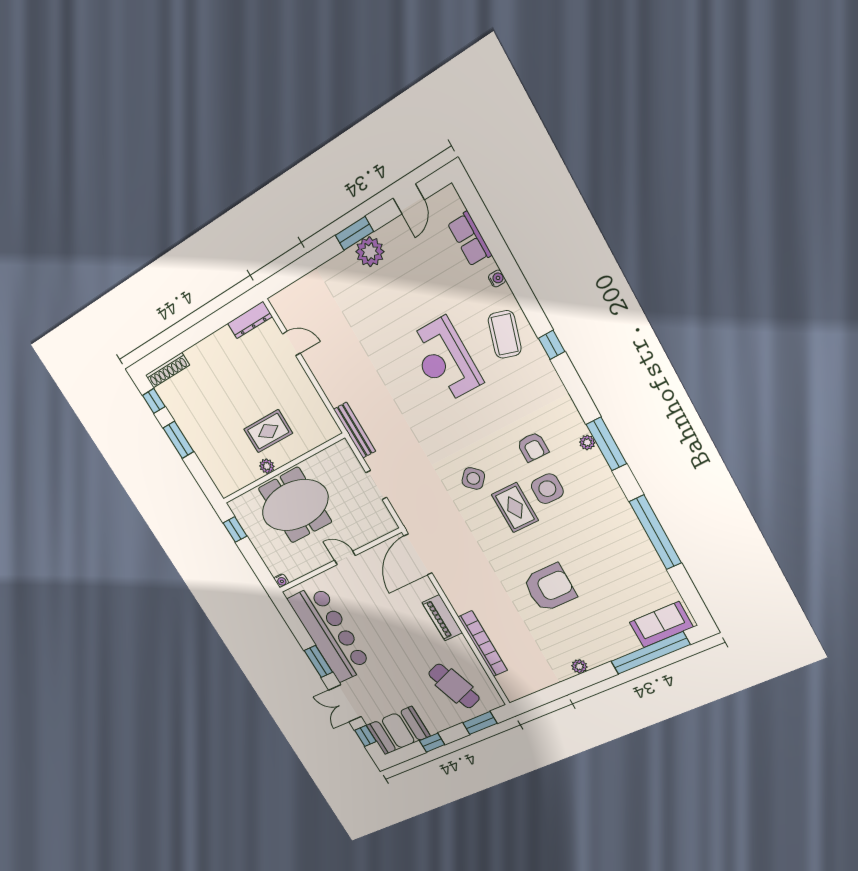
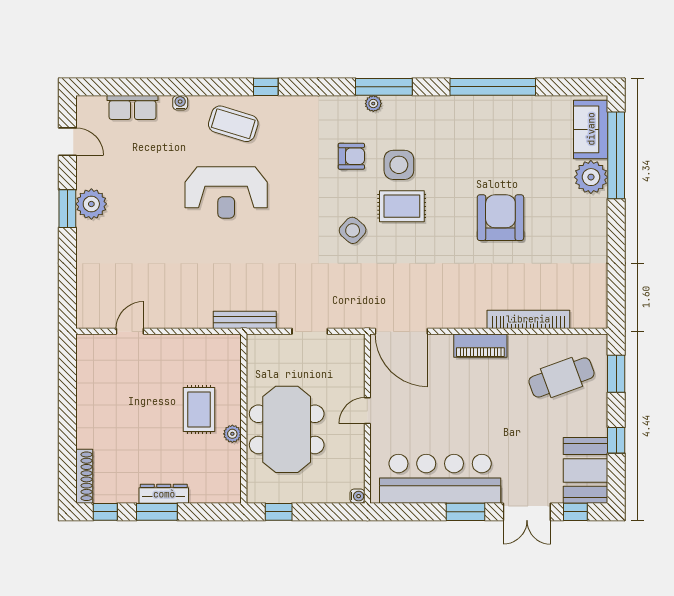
dresser: (250, 320) -> (164, 494), moved, turned -90
plant: (579, 666) -> (591, 177), moved, width x1.88, depth x1.88

